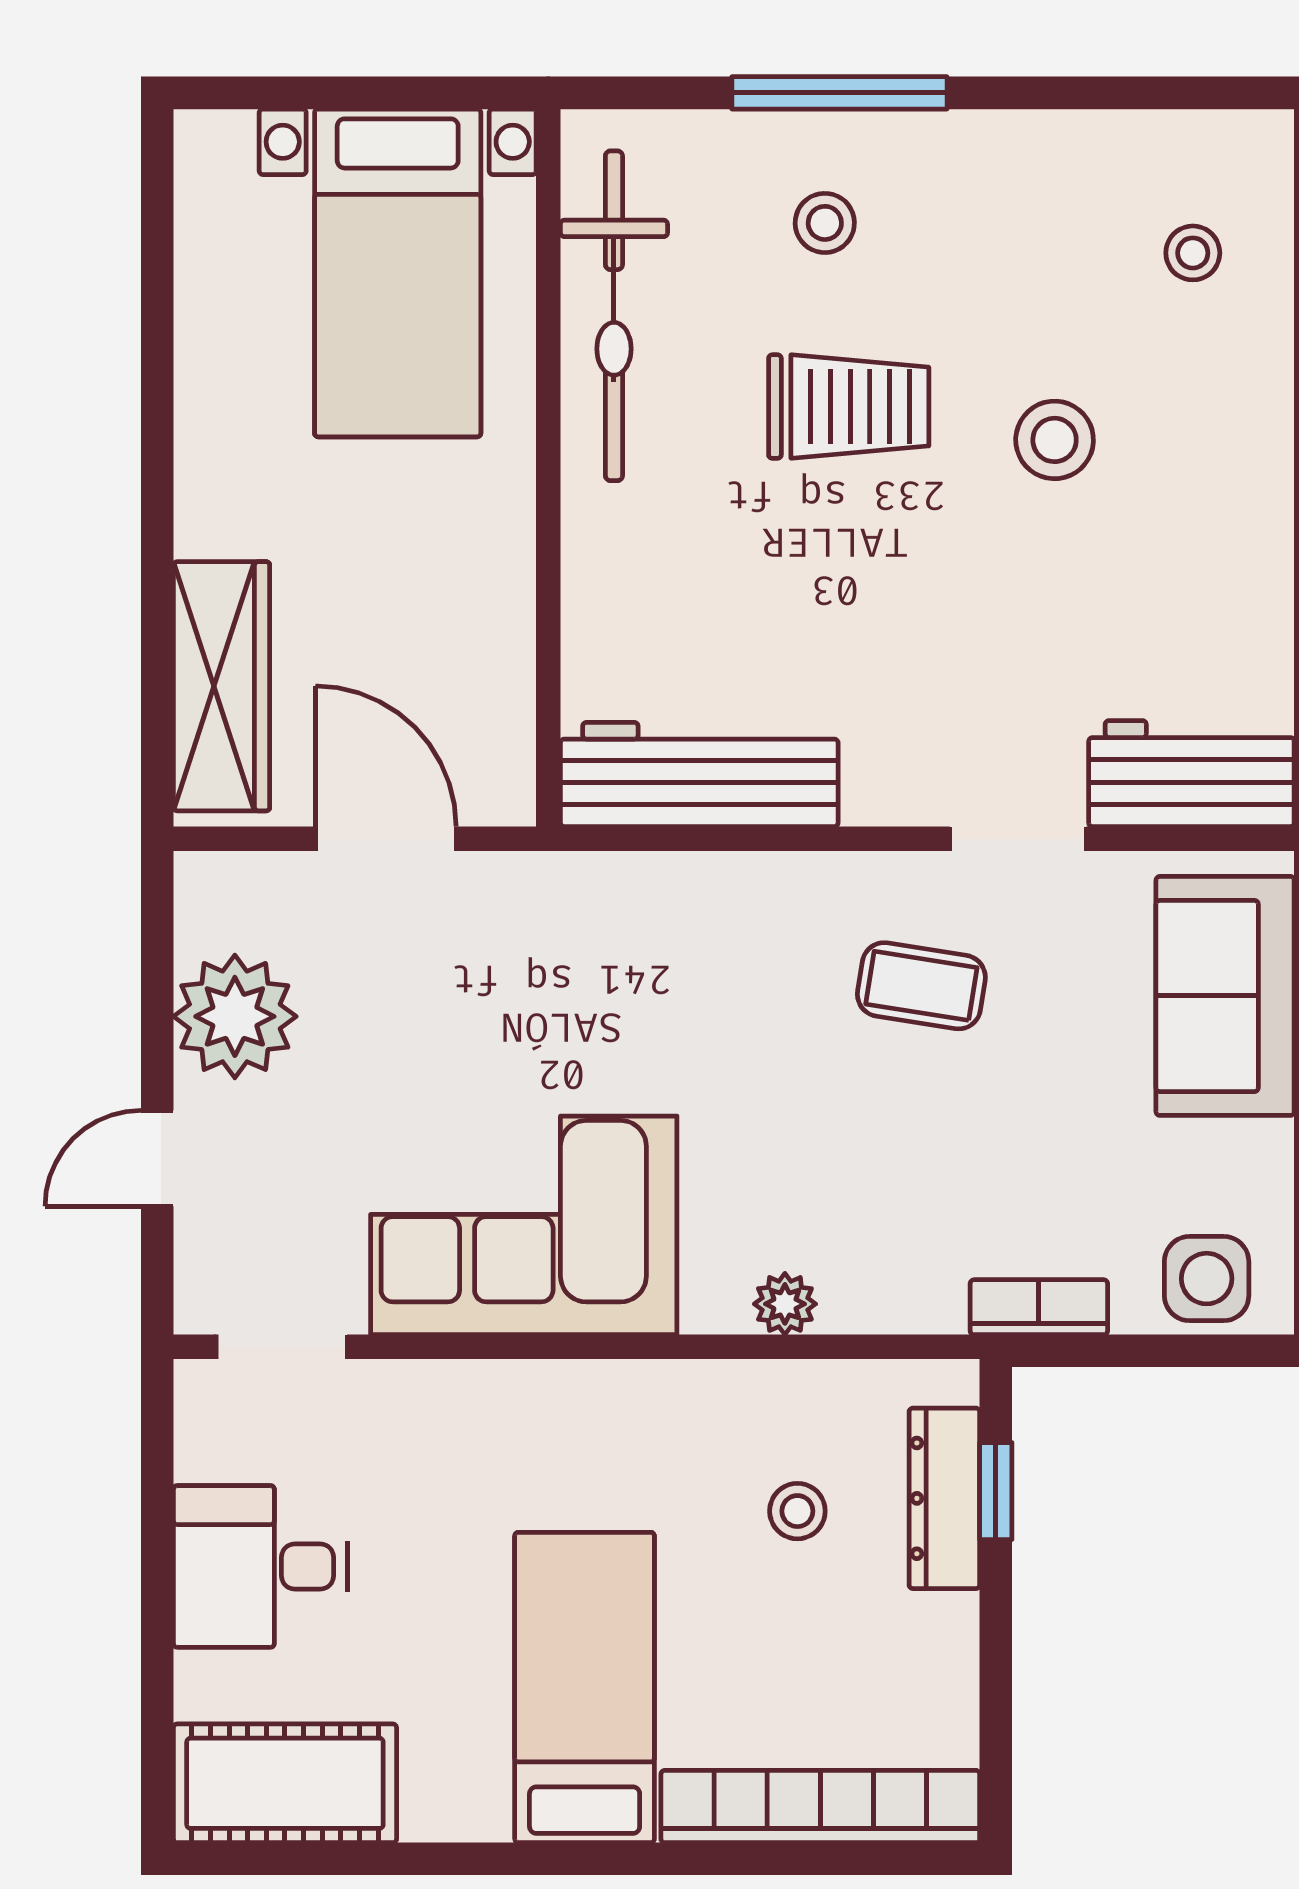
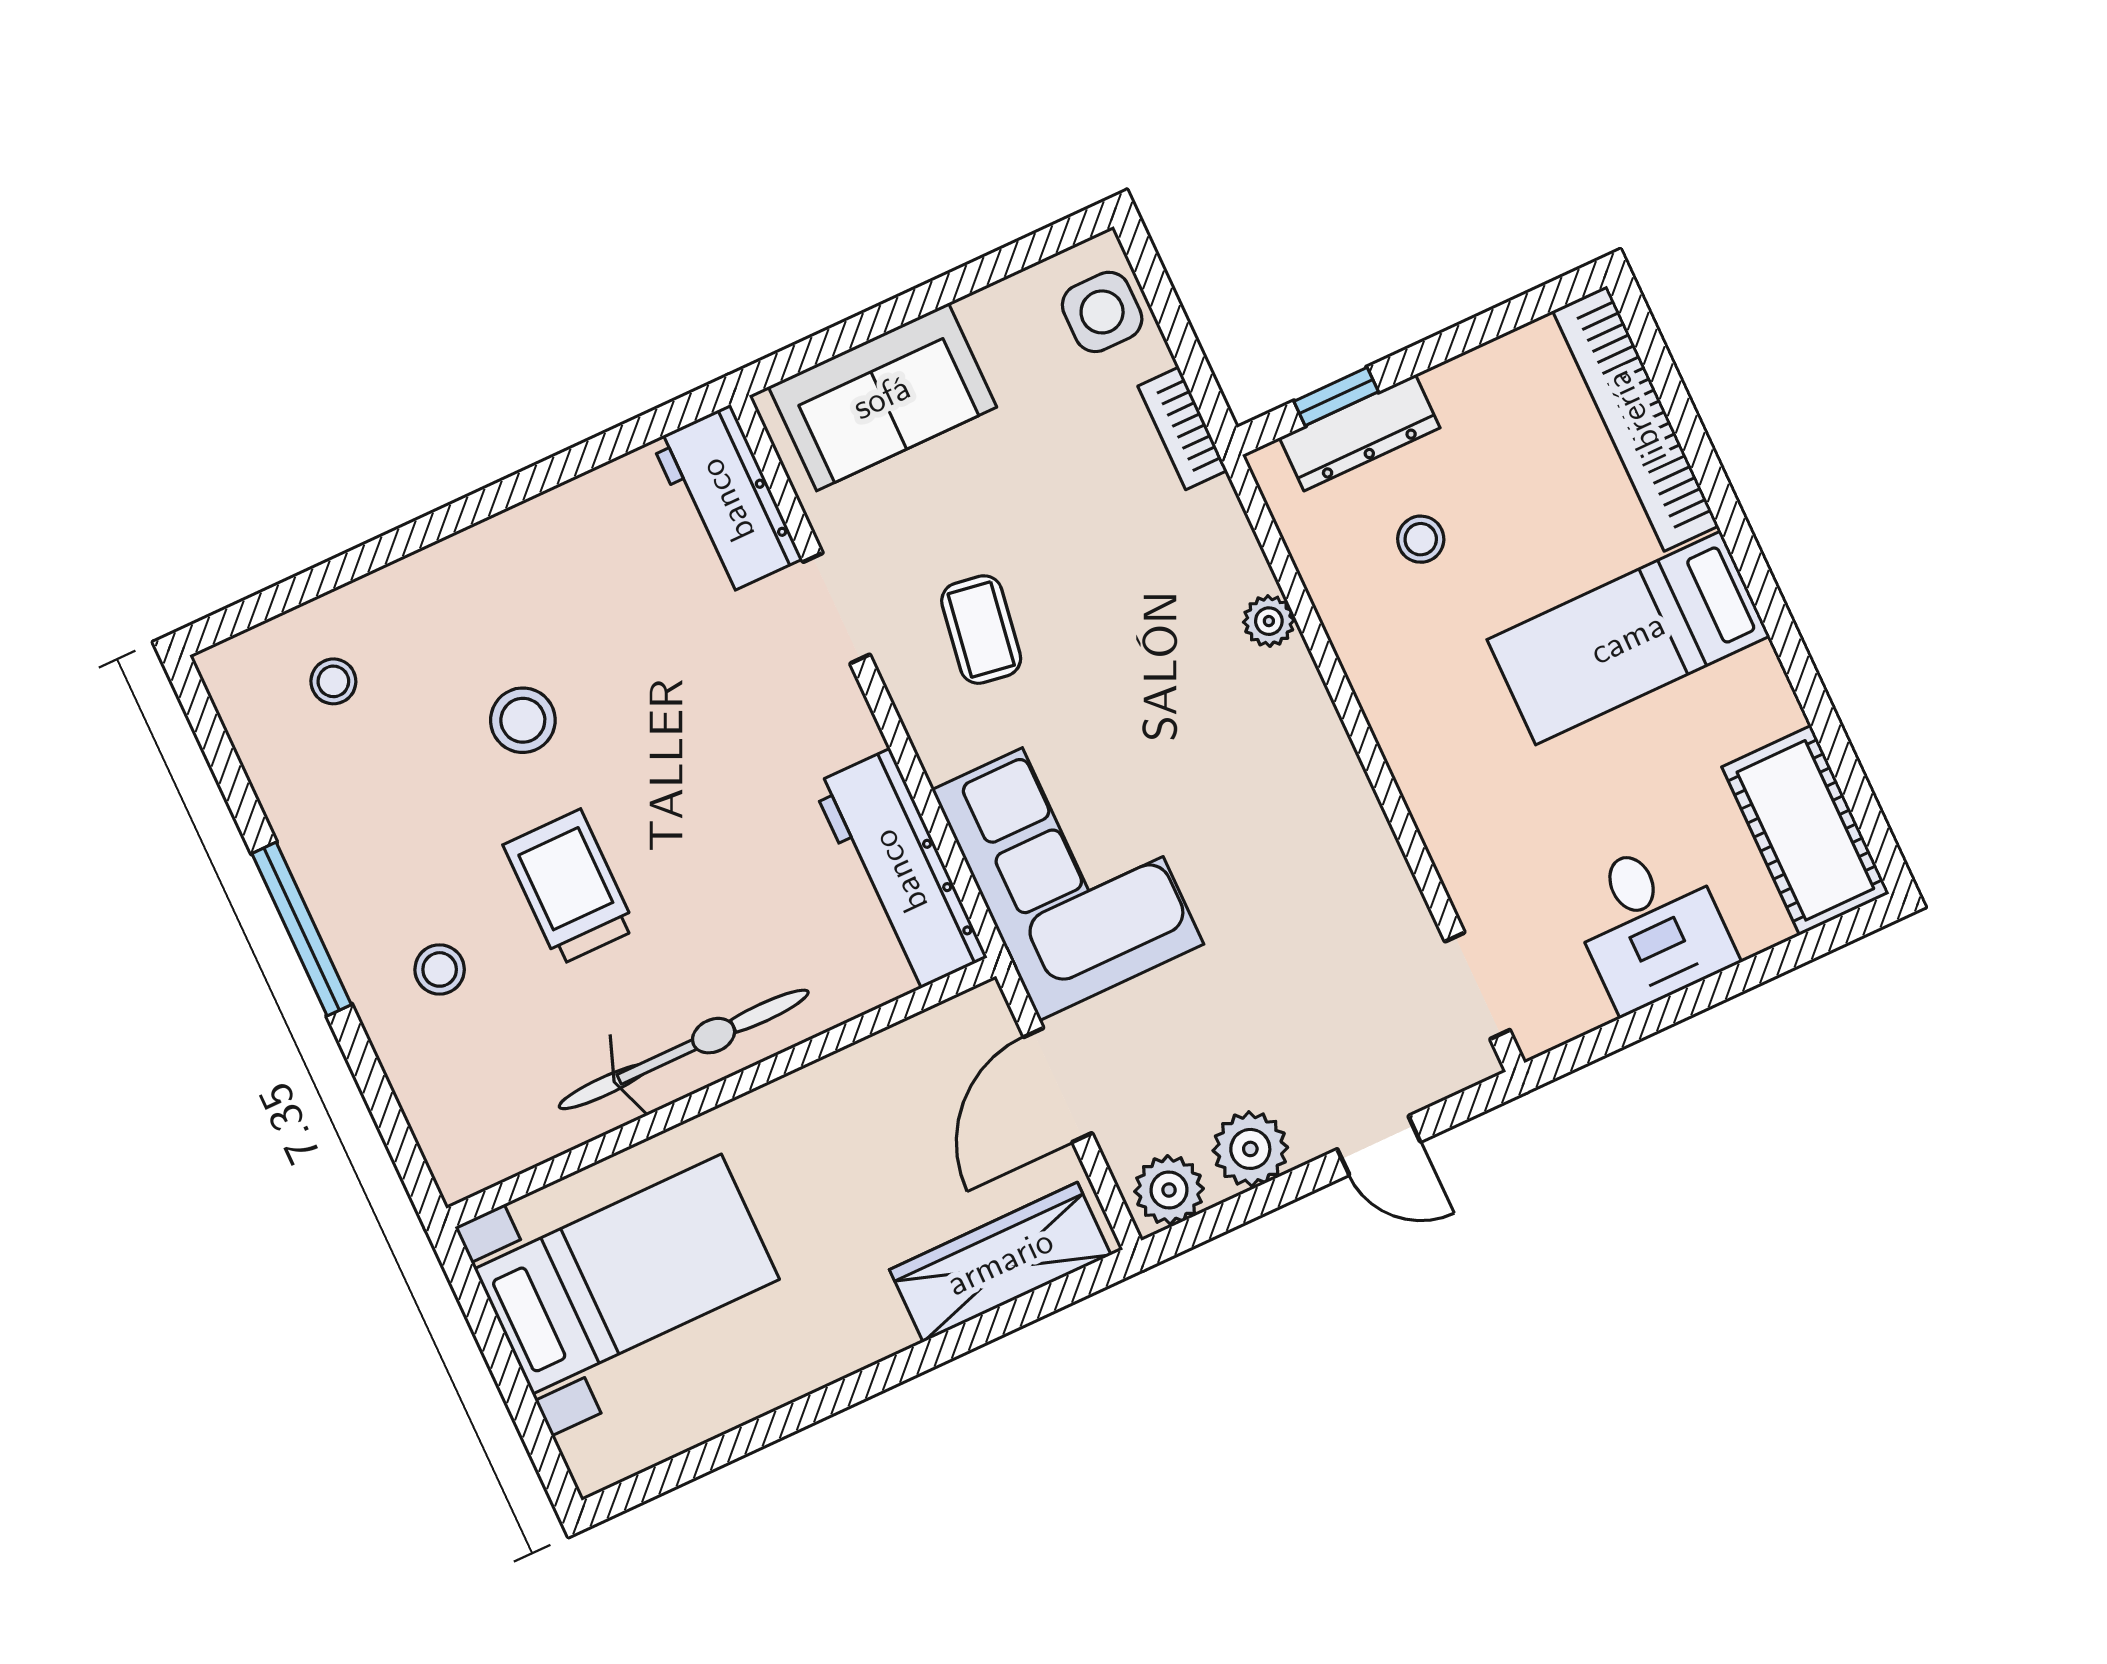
window: (839, 93) -> (302, 929), moved
bicycle: (614, 316) -> (684, 1049), moved
plant: (215, 907) -> (1169, 1190), added
plant: (235, 1016) -> (1250, 1149), width x0.73, depth x0.73
corner sofa: (524, 1225) -> (1068, 867), moved, turned 180

